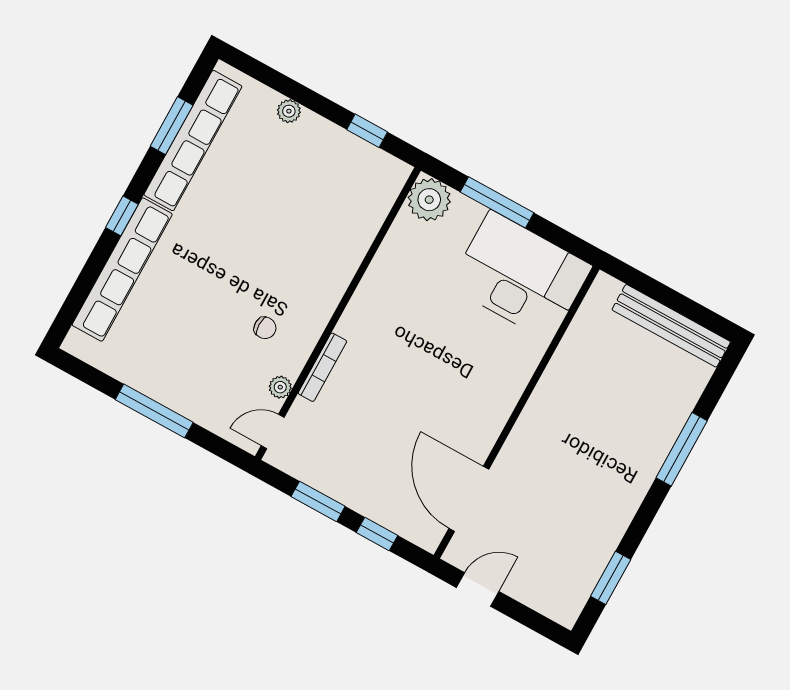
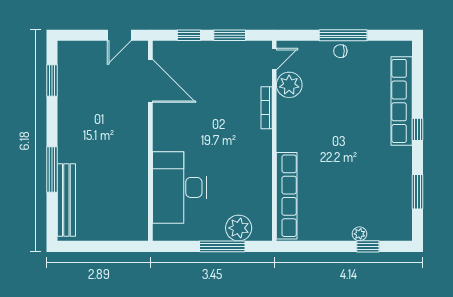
window: (367, 131) -> (368, 246), moved
row of seats: (193, 141) -> (287, 196), moved, turned 180
plant: (429, 200) -> (239, 228), moved
desk: (520, 276) -> (179, 187), moved, turned 90
bench: (671, 326) -> (66, 200), moved, turned 90
chair: (265, 328) -> (340, 51), moved
plant: (280, 387) -> (289, 85), width x1.88, depth x1.88

